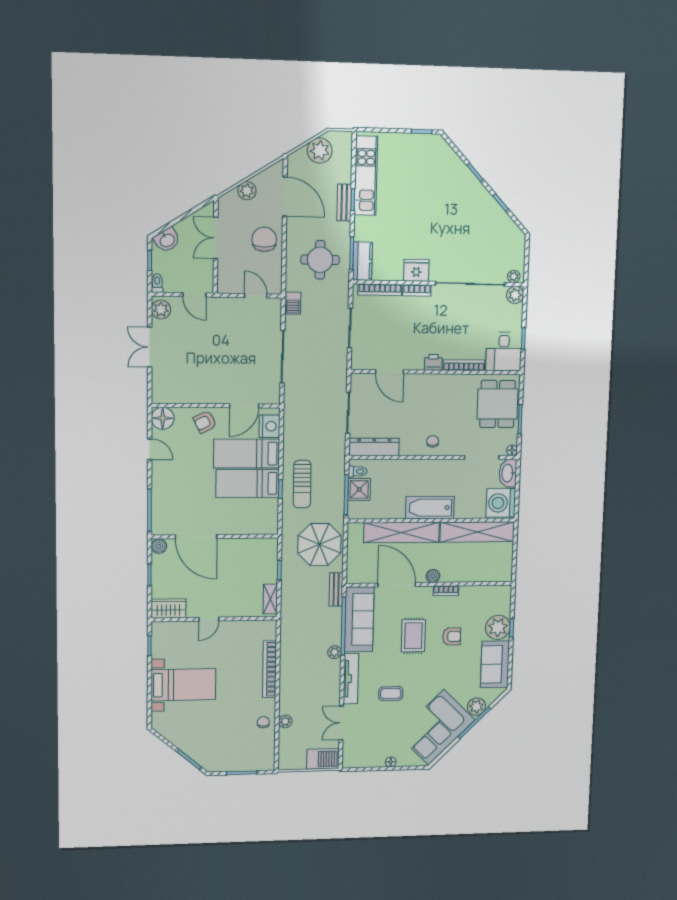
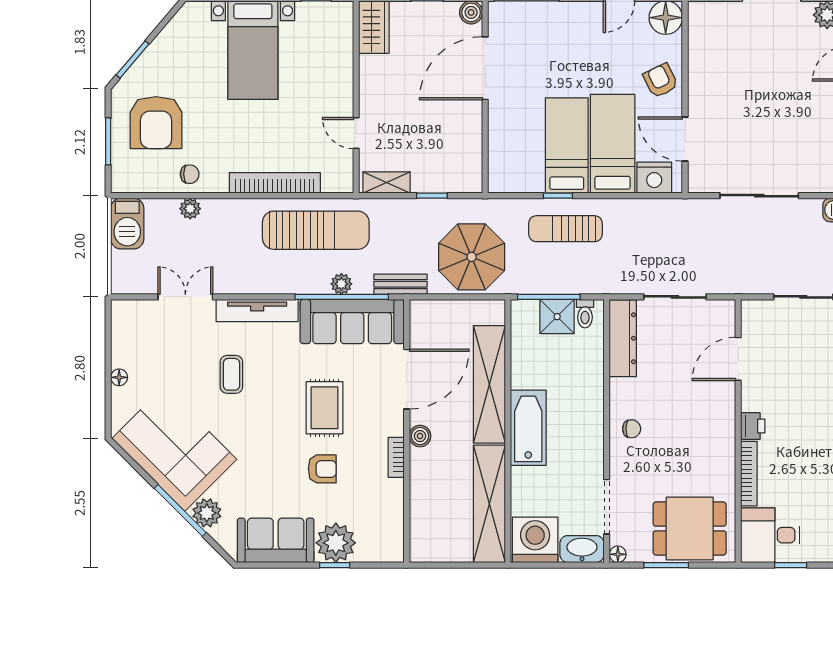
door: (209, 619) -> (356, 133), moved
rug: (413, 636) -> (324, 408), turned 90
armchair: (452, 636) -> (322, 469), turned -90
sun lounger: (300, 643) -> (316, 230), added
plant: (335, 652) -> (341, 284), moved
armchair: (230, 744) -> (156, 123), added
barbecue: (323, 759) -> (127, 224), moved

